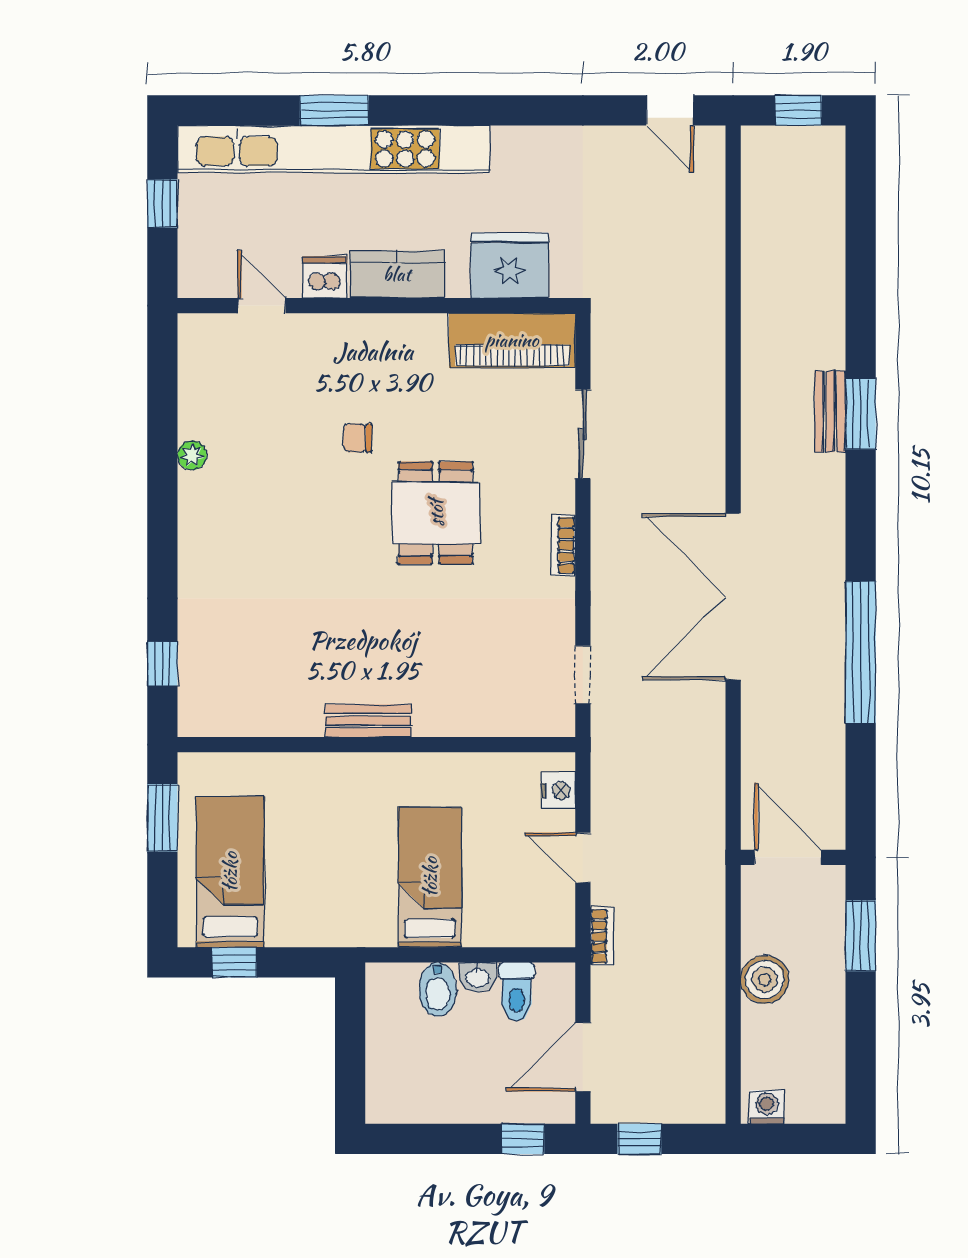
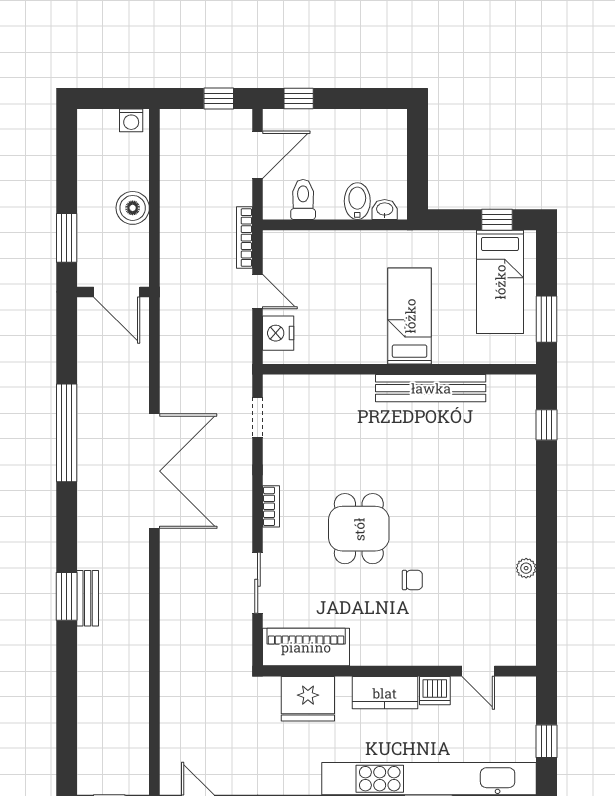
bench: (368, 721) -> (431, 388), width x1.86, depth x1.21
nightstand: (558, 791) -> (278, 333), width x1.36, depth x1.33
bed: (430, 877) -> (410, 316), moved, turned 180
bookcase: (602, 936) -> (244, 238), width x1.56
washbasin: (478, 977) -> (385, 210), moved

